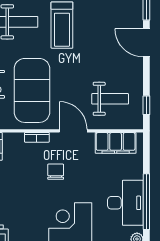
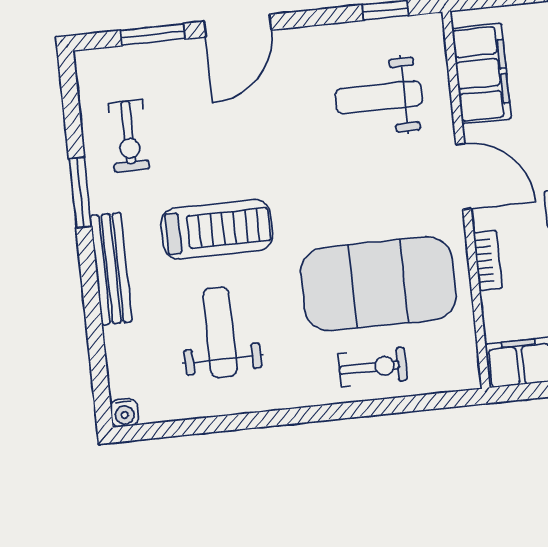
weight bench: (110, 99) -> (379, 97), turned -90
door: (73, 131) -> (464, 176), swing flipped

